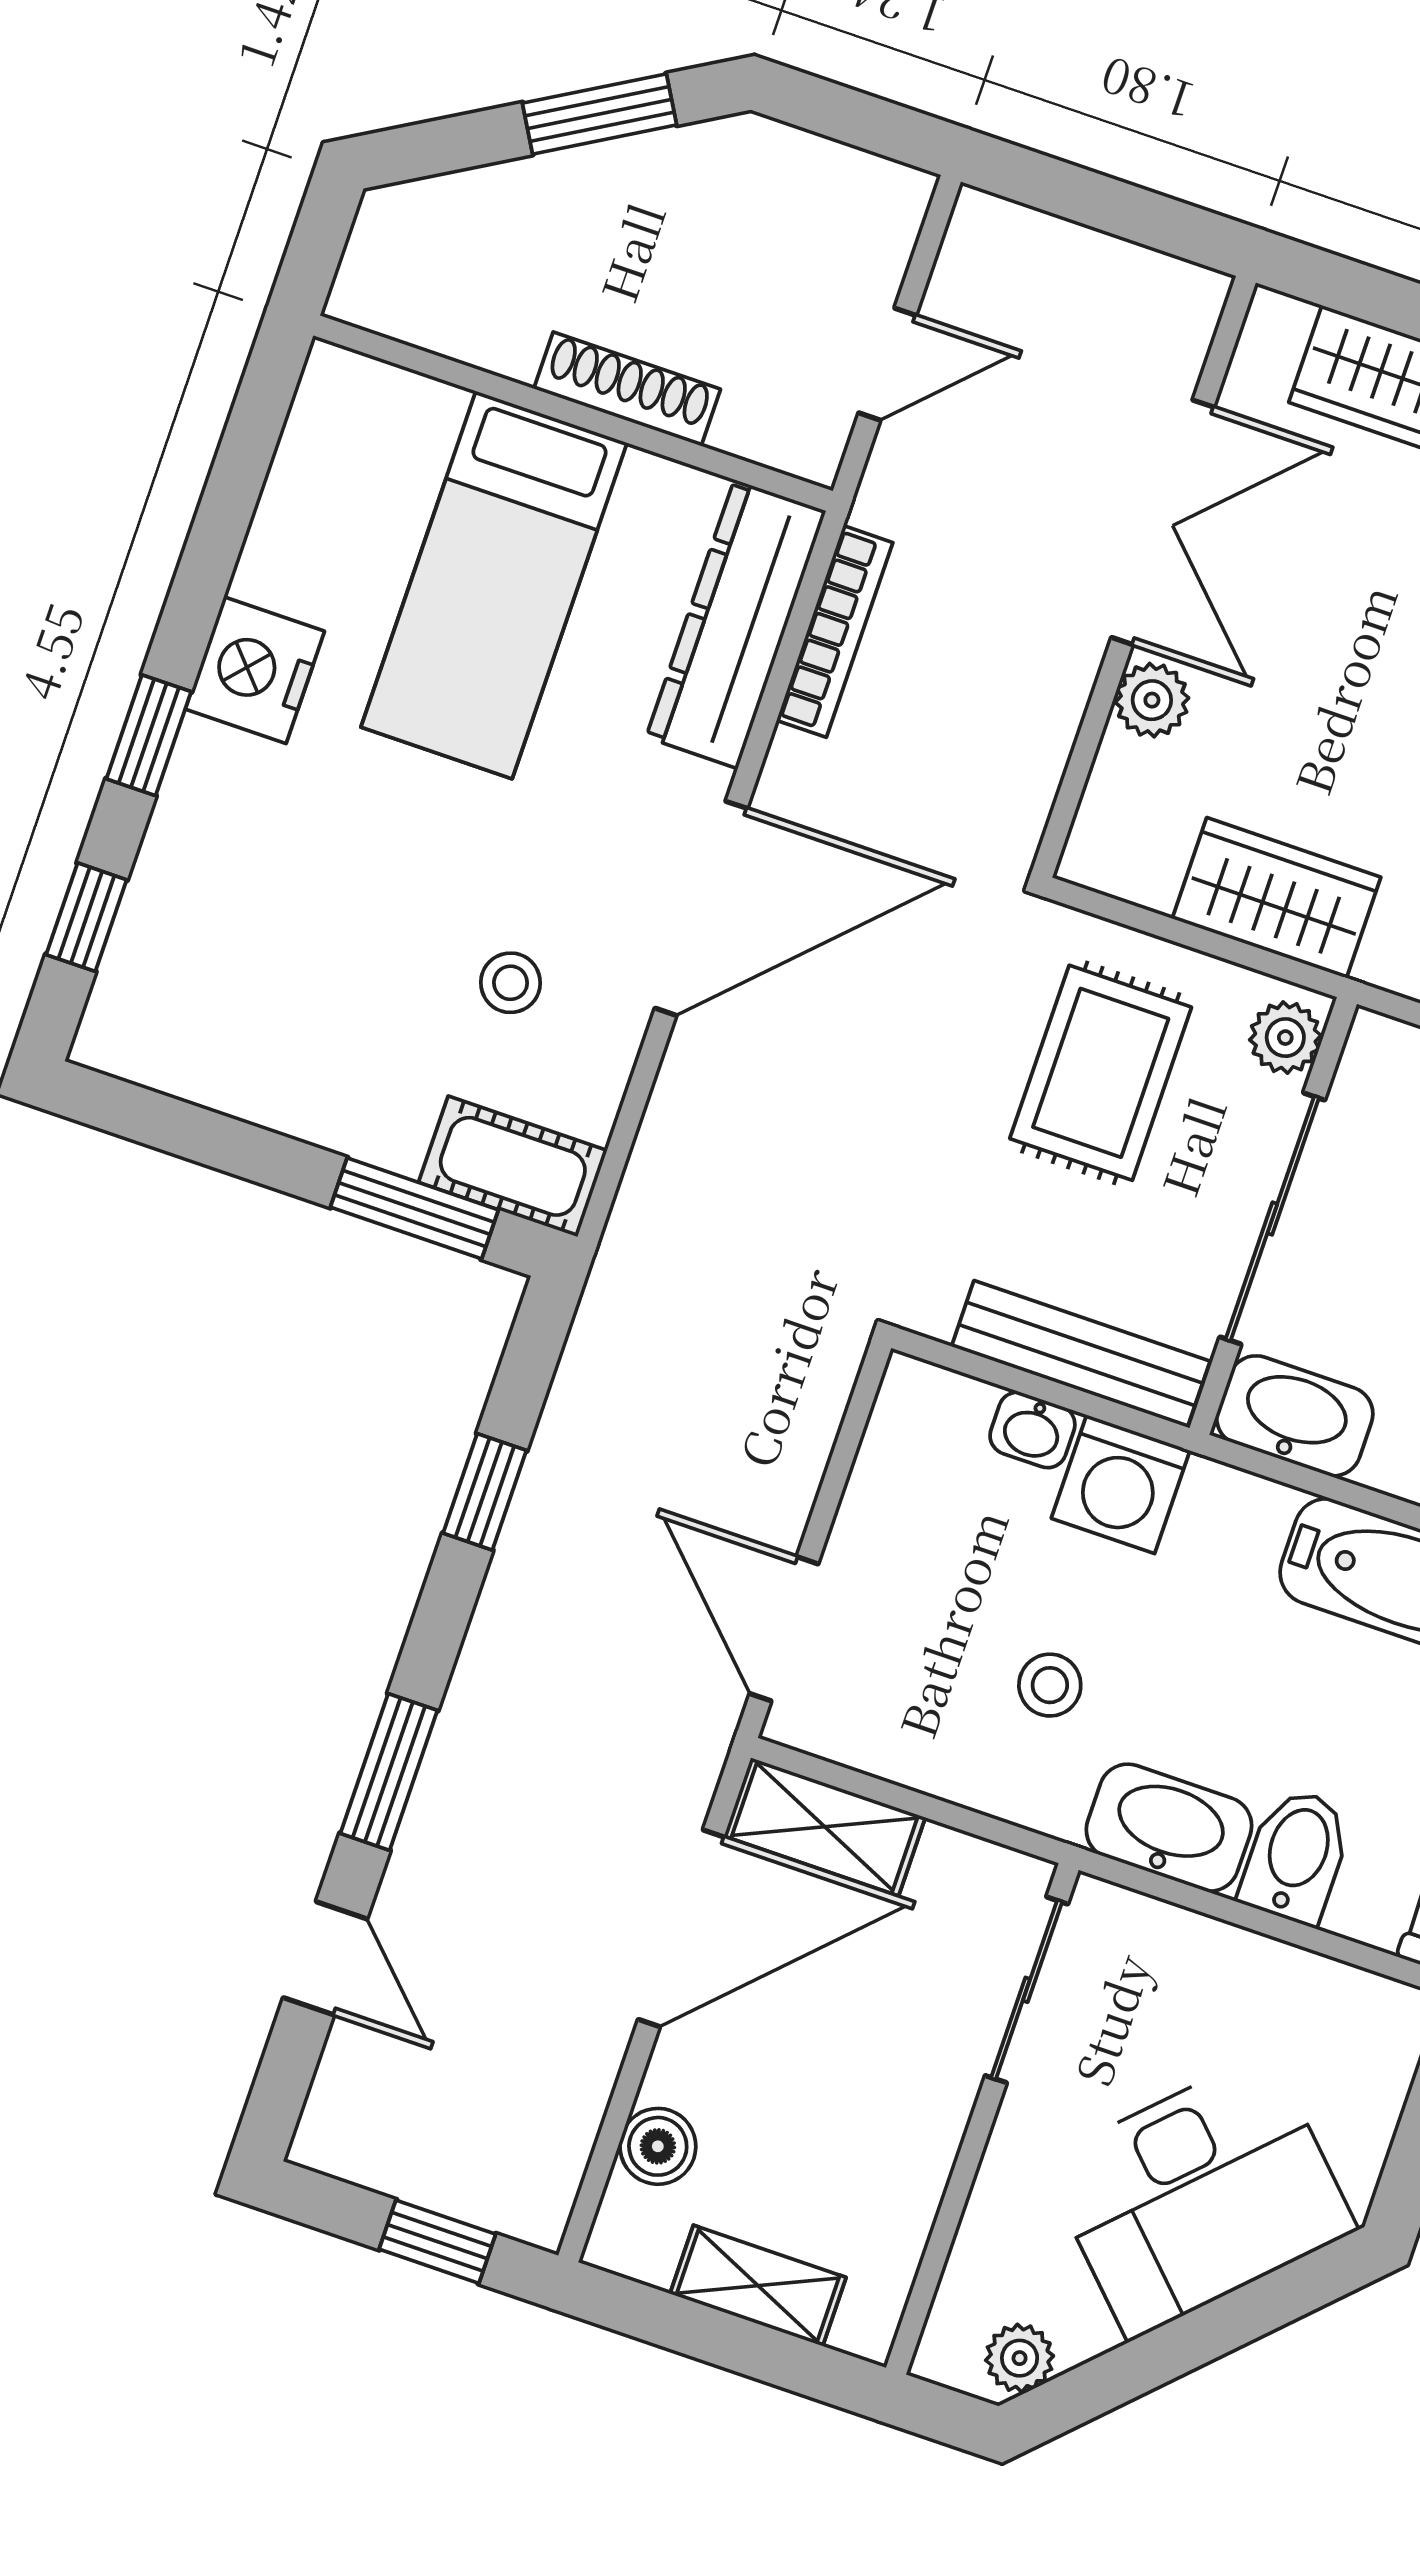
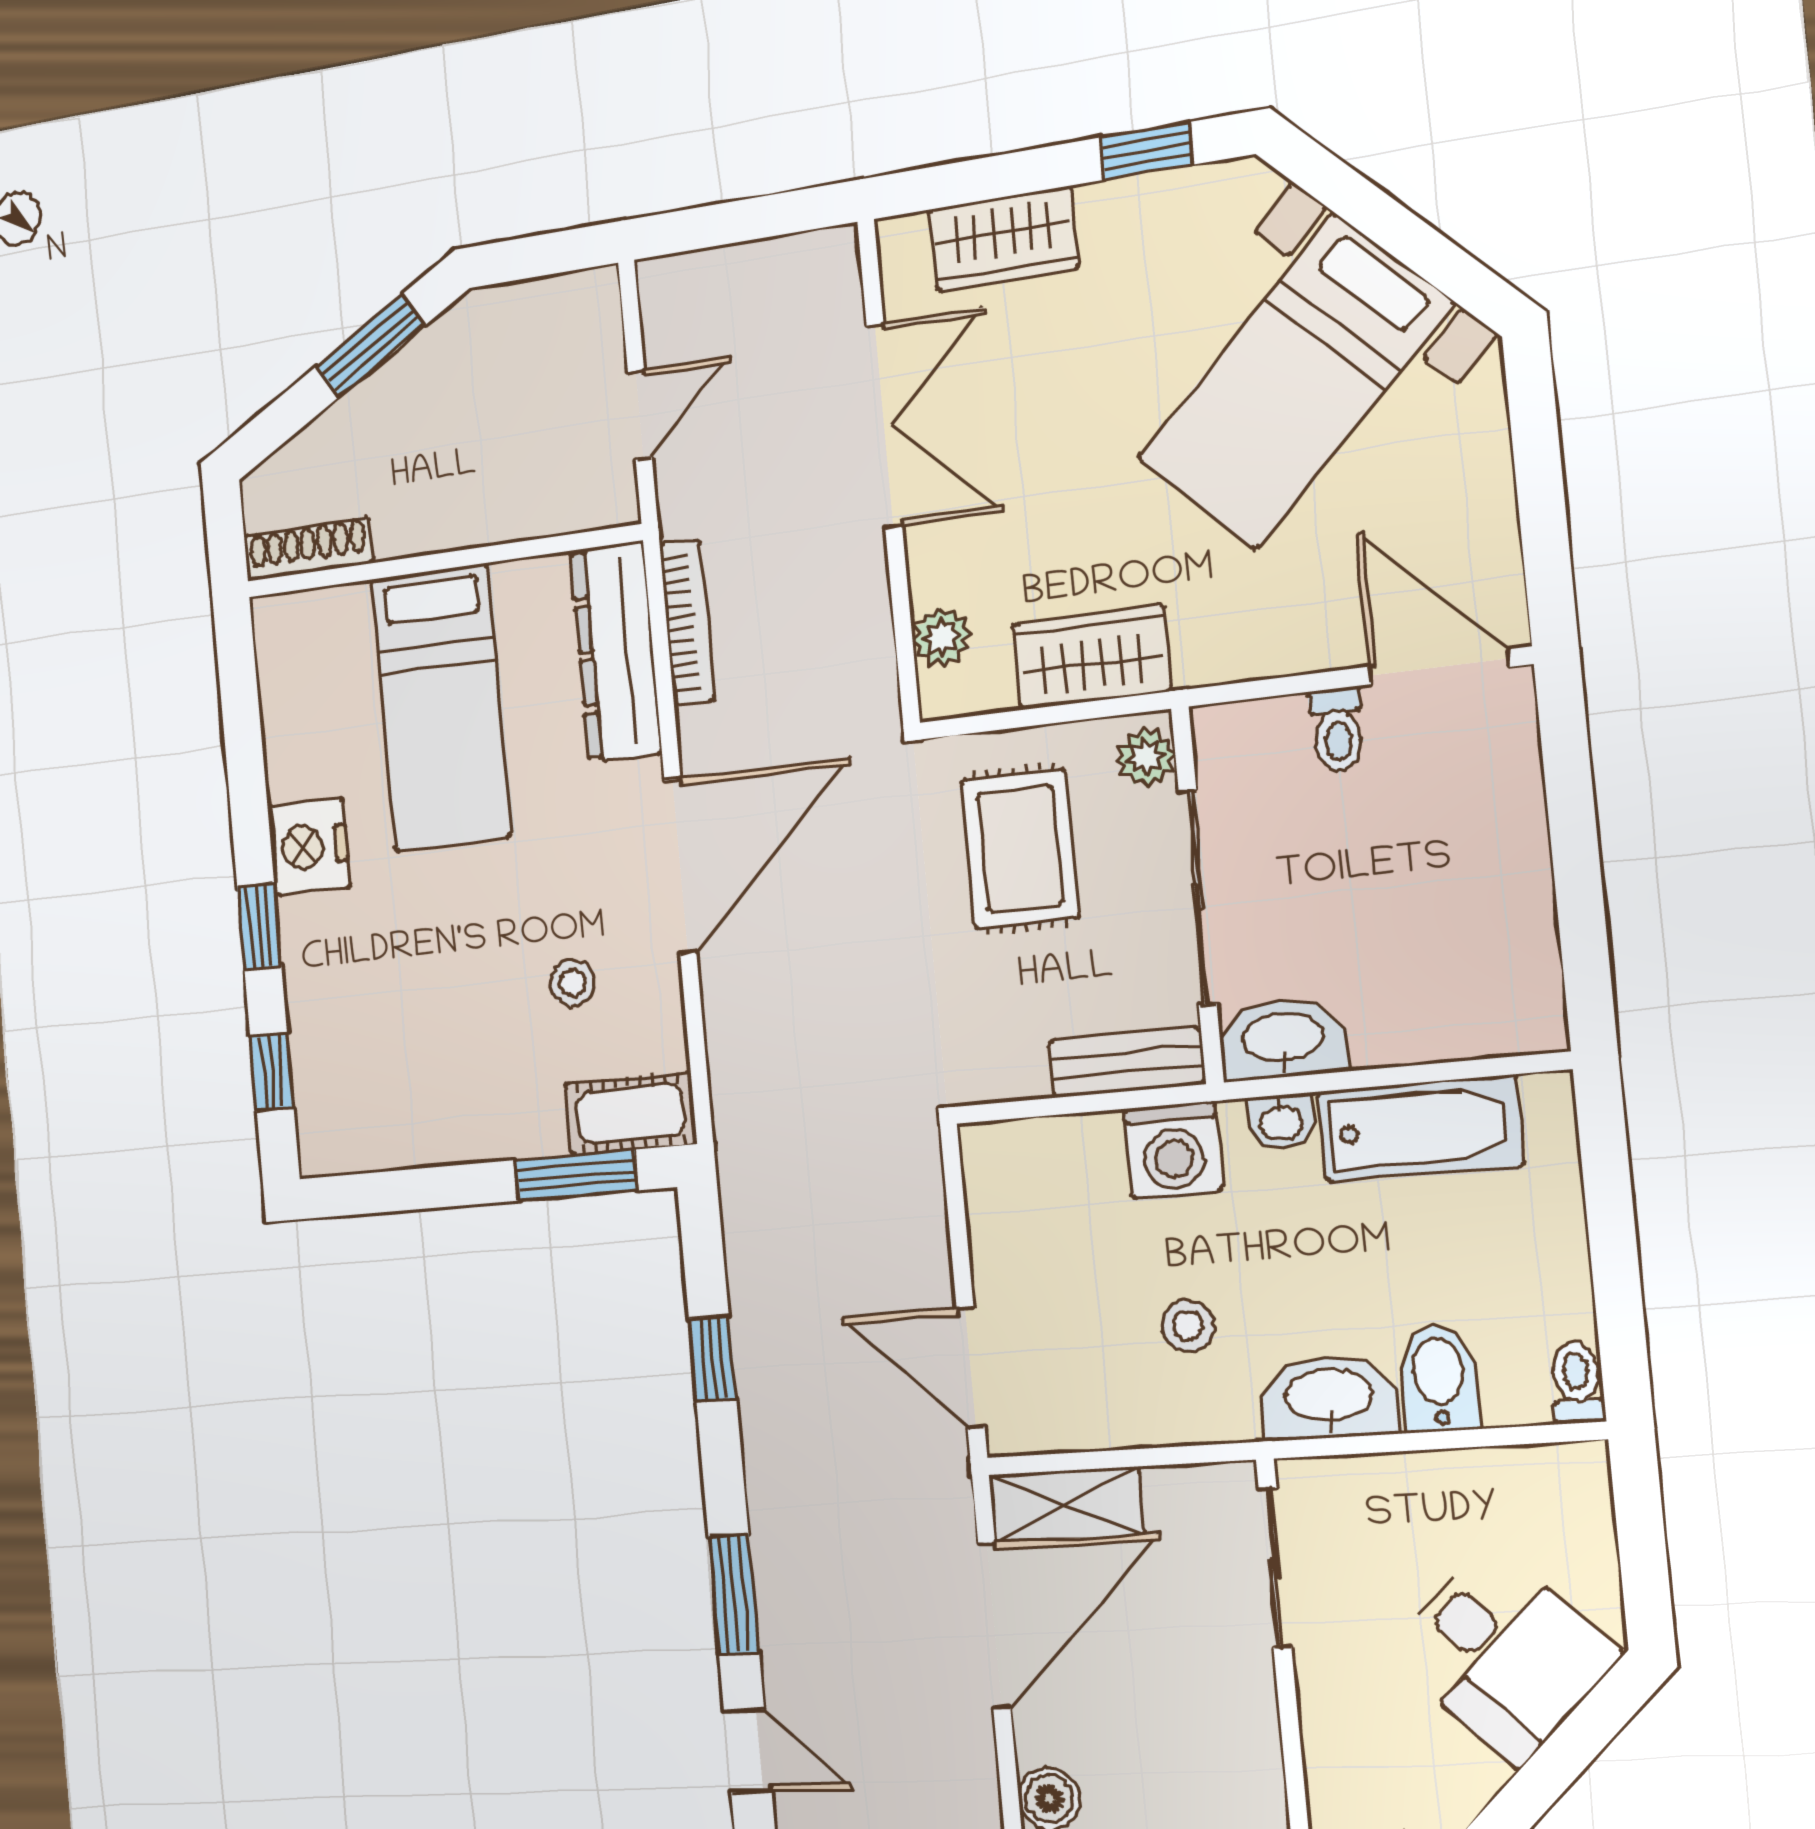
shoe rack: (627, 389) -> (308, 549), moved
plant: (1152, 700) -> (942, 637), moved
bench: (1081, 1354) -> (1126, 1062), width x0.73
washbasin: (1032, 1430) -> (1281, 1122), moved
desk: (1199, 2195) -> (1503, 1654), width x0.73

